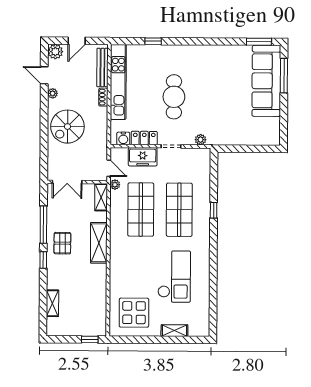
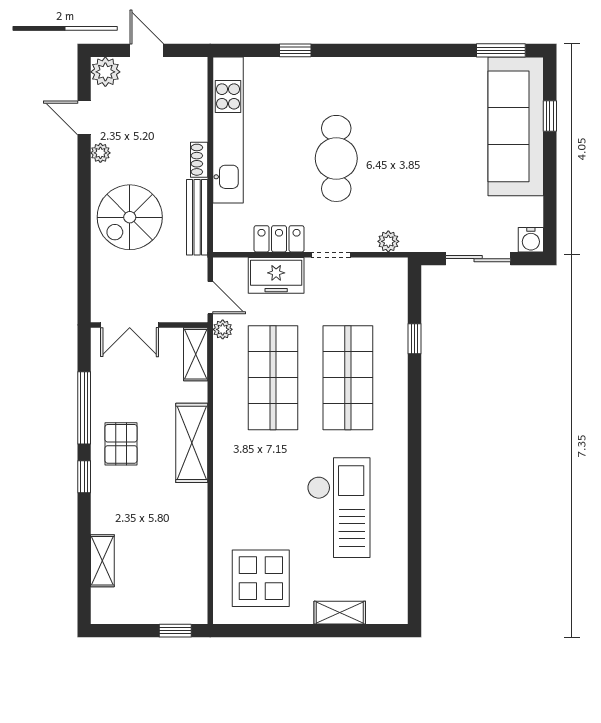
door: (77, 41) -> (147, 50), swing flipped
bench: (102, 67) -> (197, 217), moved
window: (284, 76) -> (550, 116), width x0.46
water cooler: (123, 138) -> (531, 240), moved
sliding door: (247, 149) -> (478, 259), added
window: (214, 210) -> (415, 339), moved

